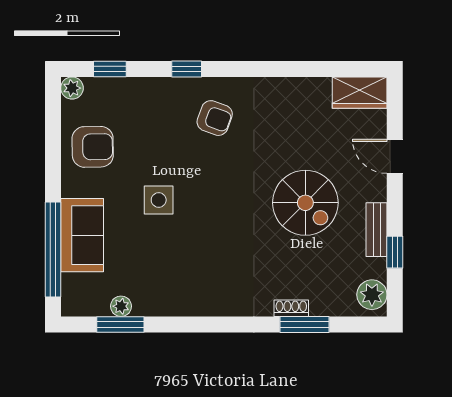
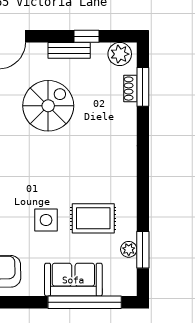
rug: (161, 261) -> (93, 218), added
shoe rack: (291, 308) -> (130, 89), moved
window: (304, 324) -> (143, 87), moved

